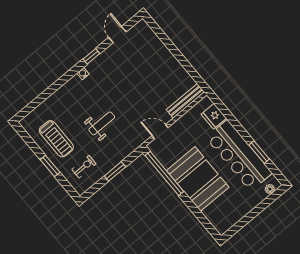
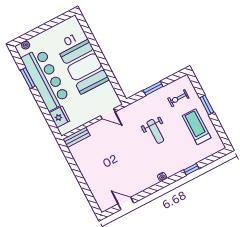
door: (117, 35) -> (126, 203), swing flipped
window: (91, 56) -> (191, 169), moved
bench: (185, 101) -> (76, 137), width x0.73
weight bench: (102, 123) -> (155, 131), turned -90
window: (164, 173) -> (112, 78), removed

